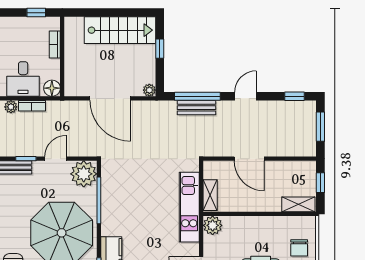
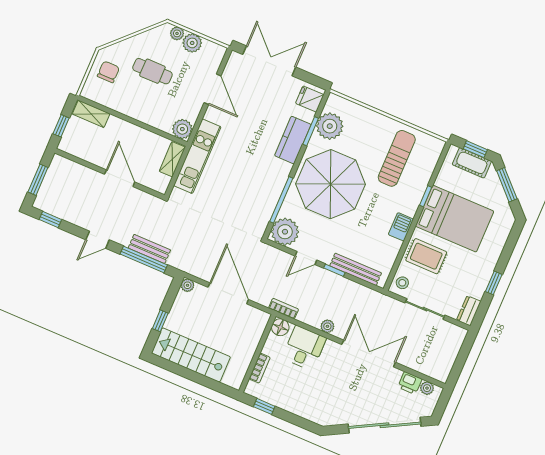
bookcase: (32, 106) -> (284, 309), moved

